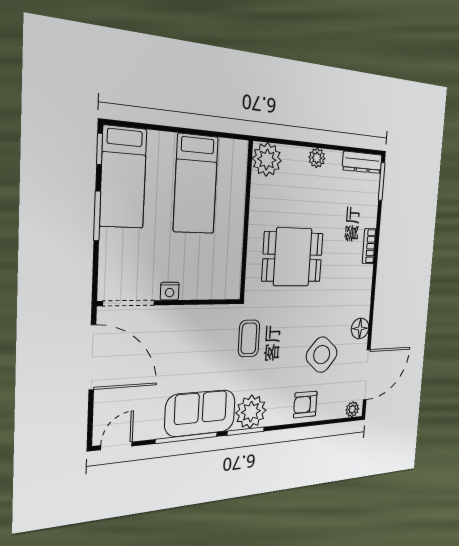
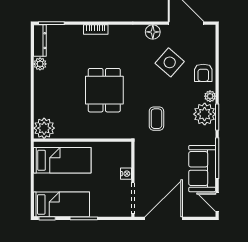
plant: (317, 158) -> (40, 64), moved
plant: (267, 160) -> (44, 128), moved
wall: (246, 221) -> (83, 140), moved
coffee table: (249, 338) -> (156, 119), turned 90
plant: (352, 409) -> (210, 96), moved
sofa: (200, 413) -> (202, 169), moved

